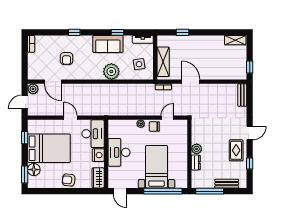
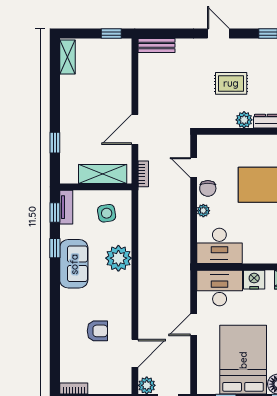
window: (74, 32) -> (55, 213), moved
rug: (236, 150) -> (231, 83), moved
desk: (119, 152) -> (219, 246), moved

